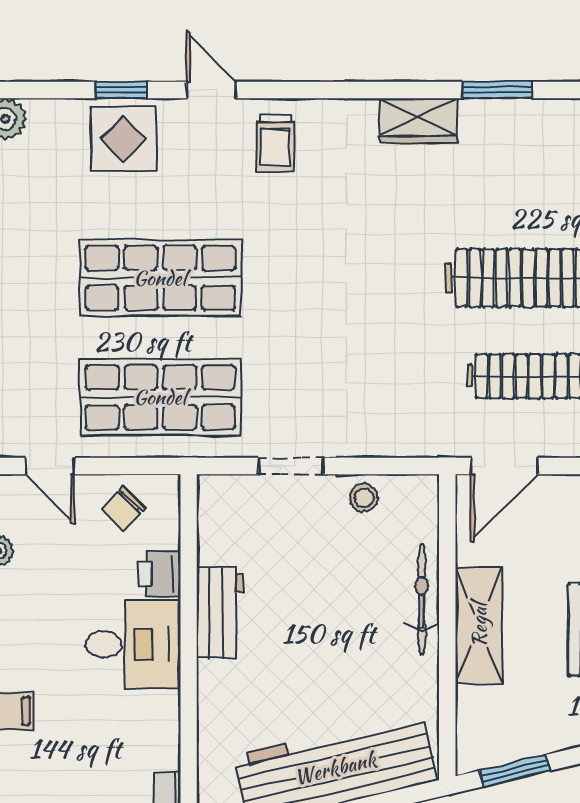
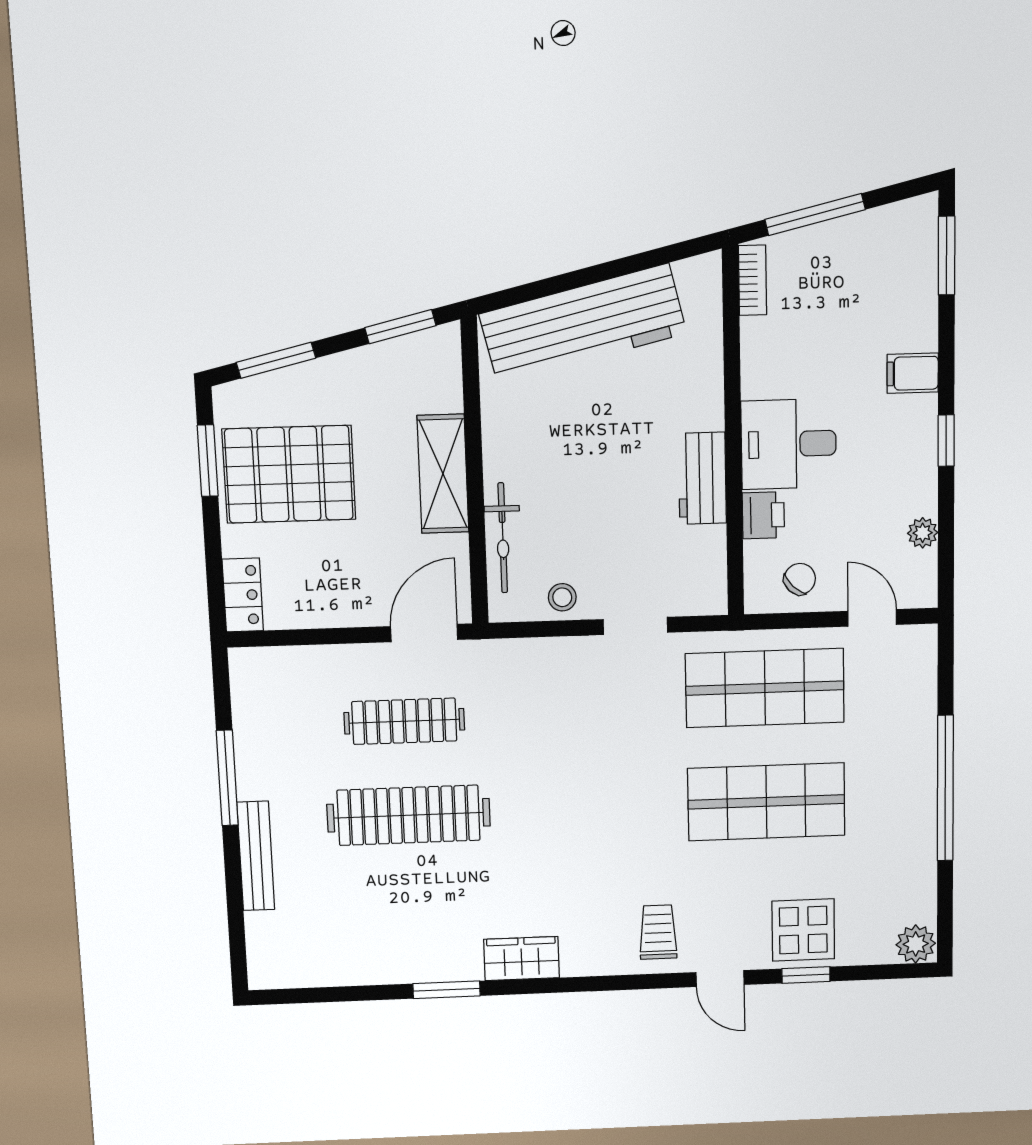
bicycle: (422, 599) -> (503, 538), moved

